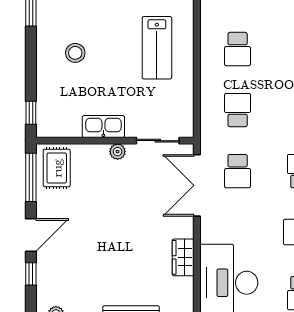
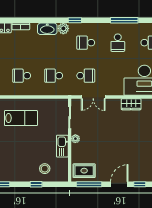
school desk: (238, 49) -> (22, 76), turned 180
stool: (75, 53) -> (45, 169), moved
window: (31, 113) -> (36, 184), moved
double door: (197, 185) -> (93, 97), width x0.73
door: (31, 235) -> (119, 184), hinge flipped

